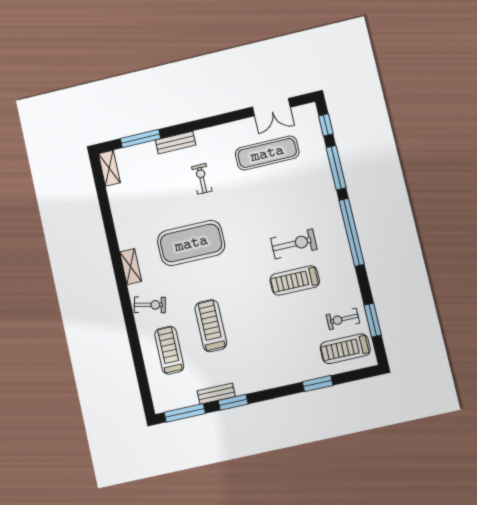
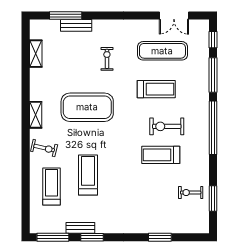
bench: (176, 143) -> (76, 25), moved
shelving: (109, 168) -> (36, 54), moved
exercise bike: (294, 244) -> (167, 126), turned 180
treadmill: (345, 349) -> (156, 89), moved, turned 180

